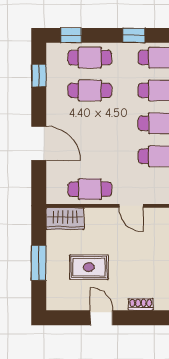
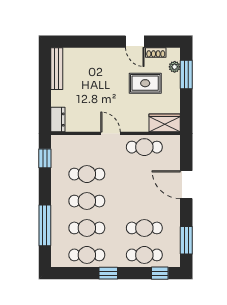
window: (39, 76) -> (186, 240), width x1.50
window: (39, 263) -> (186, 74), moved
plant: (53, 287) -> (175, 67), added
shoe rack: (141, 304) -> (156, 53), moved

